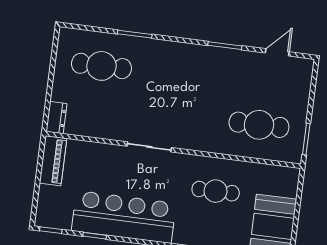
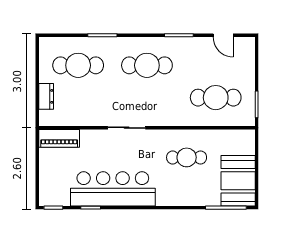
door: (277, 52) -> (223, 35), swing flipped
cafe table: (183, 76) -> (147, 65), added
dresser: (56, 118) -> (46, 96), moved
piano: (53, 161) -> (59, 138), moved, turned 90

